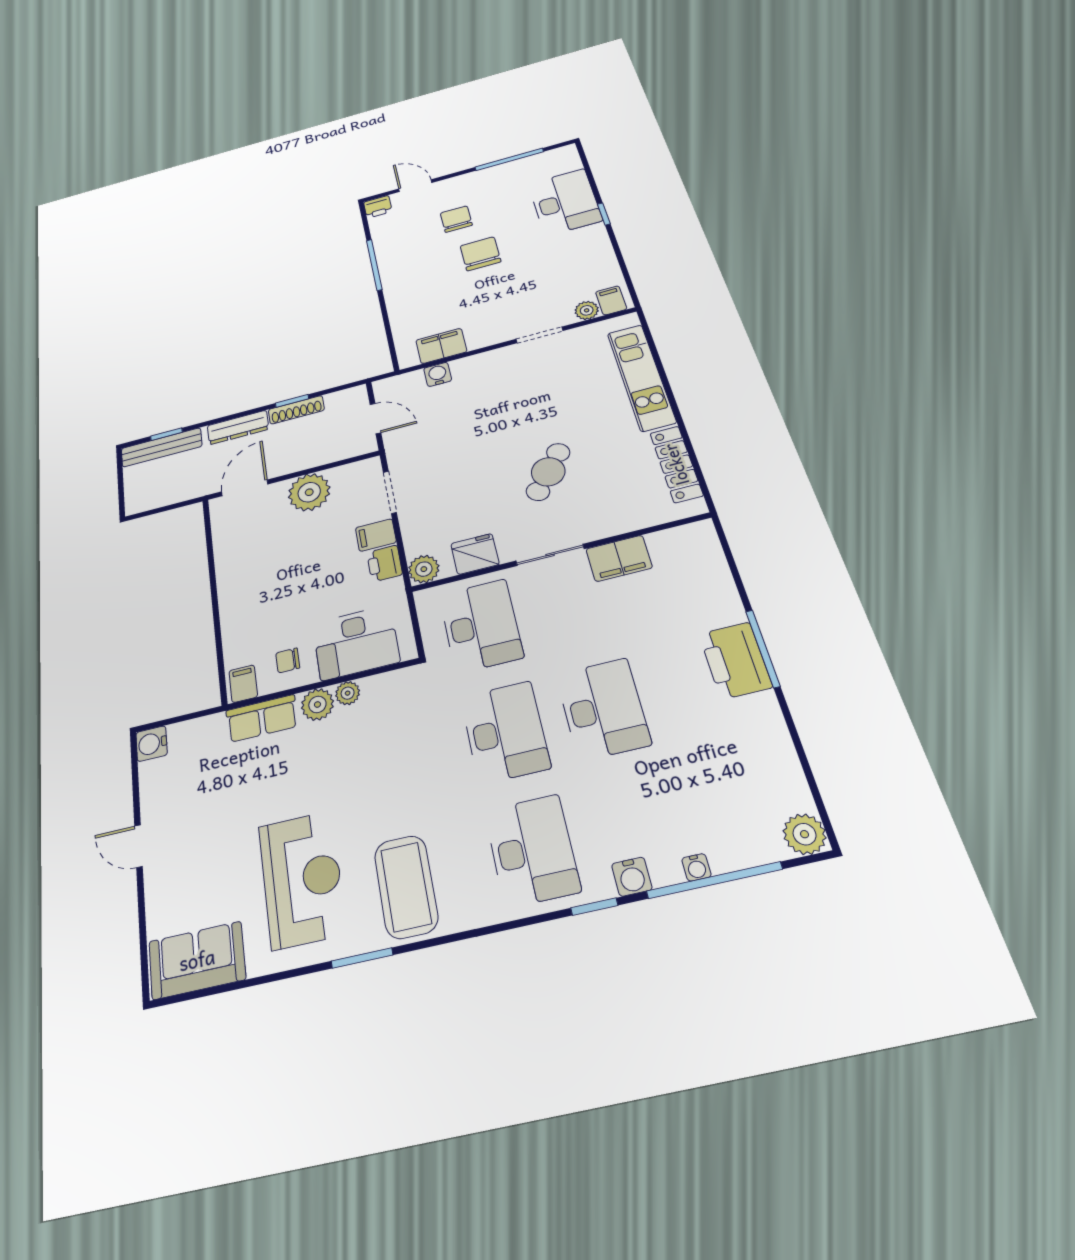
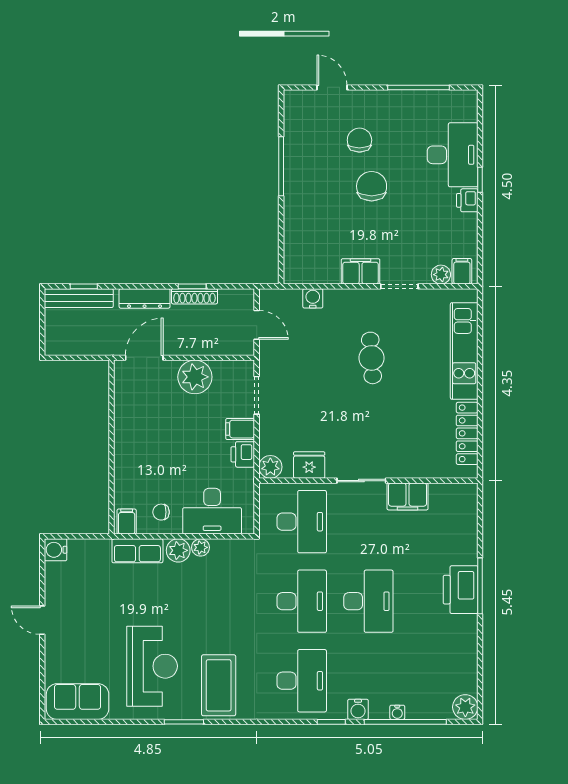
printer: (378, 207) -> (467, 200), moved, turned 90
filing cabinet: (441, 346) -> (361, 271), moved
cafe table: (548, 472) -> (371, 358), moved, turned -42

